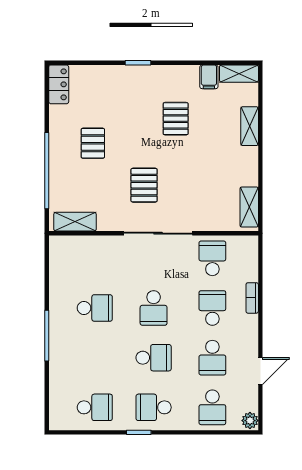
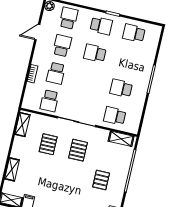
pallet: (176, 119) -> (48, 144), moved
school desk: (154, 308) -> (115, 116), moved, turned -90

